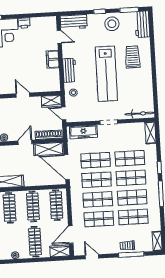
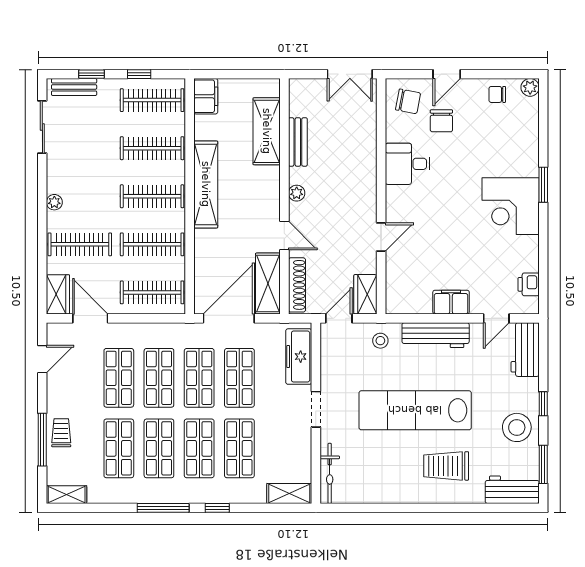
printer: (24, 23) -> (529, 284), moved
trolley: (133, 57) -> (446, 466), turned 180
workbench: (69, 70) -> (436, 335), width x1.38

